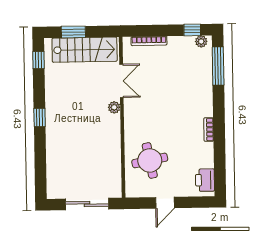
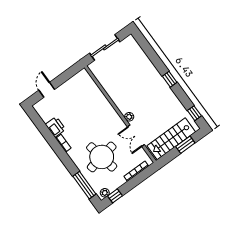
round table: (150, 160) -> (102, 157), moved, width x1.36, depth x1.36
printer: (205, 180) -> (55, 127), moved
door: (165, 203) -> (47, 90), moved

